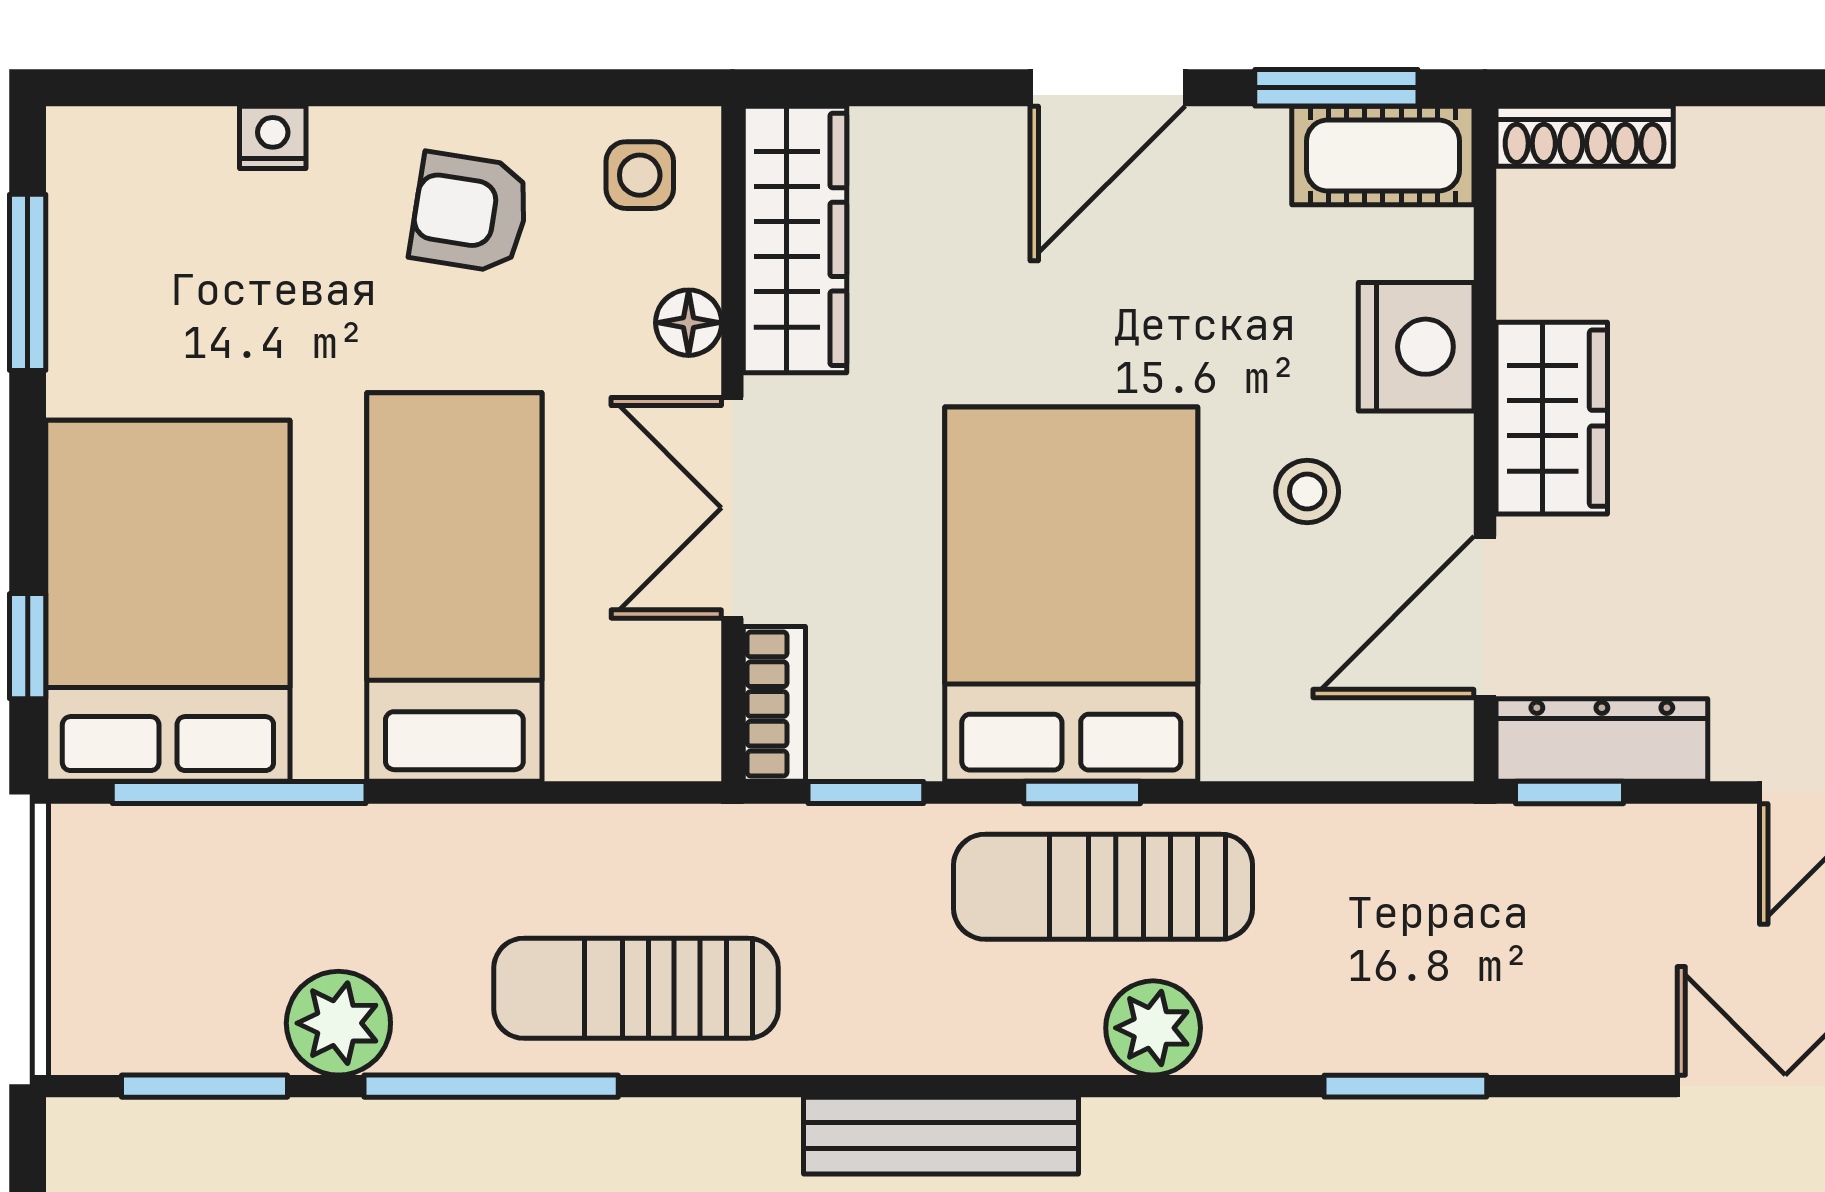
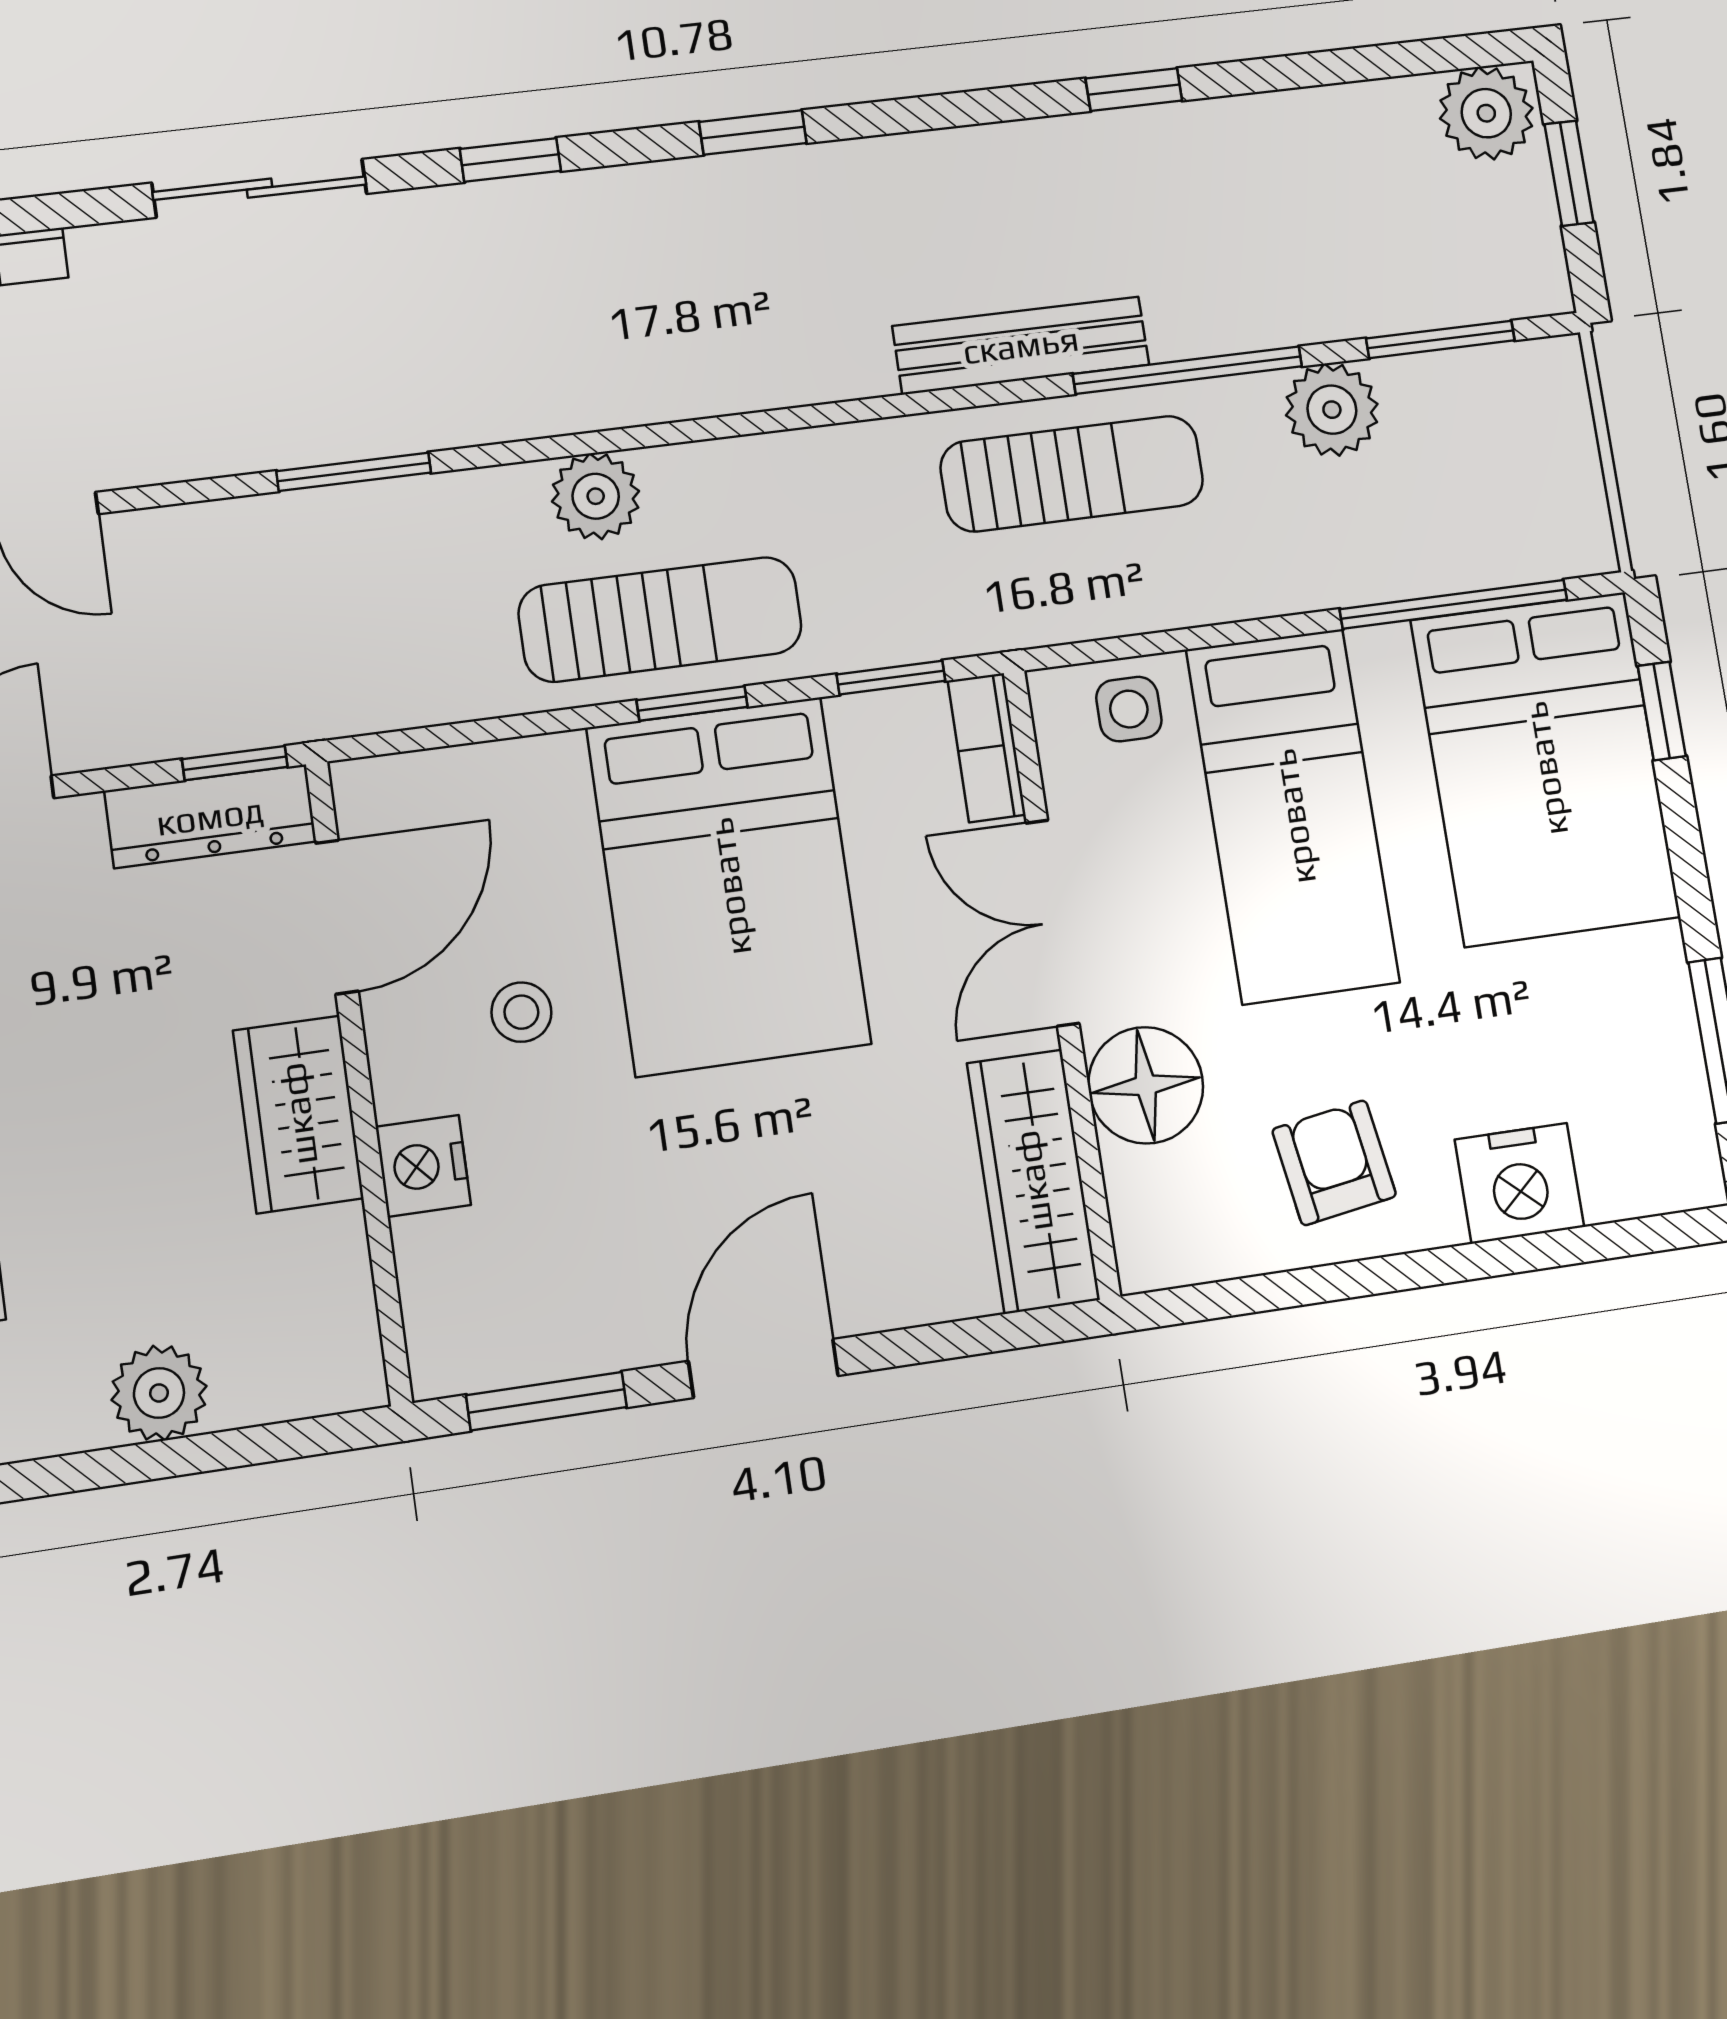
shoe rack: (1585, 136) -> (302, 1390), removed
nightstand: (273, 137) -> (1519, 1183), width x1.89, depth x1.79
plant: (1729, 155) -> (159, 1393), added
cot: (1383, 156) -> (493, 1343), removed
side table: (640, 175) -> (1129, 709), moved
armchair: (470, 213) -> (1334, 1163), turned -108
floor lamp: (689, 323) -> (1146, 1085), width x1.89, depth x1.89
nightstand: (1416, 347) -> (423, 1166), width x0.74, depth x0.75
double door: (732, 508) -> (1052, 923), swing flipped
bench: (941, 1136) -> (1021, 345), moved

